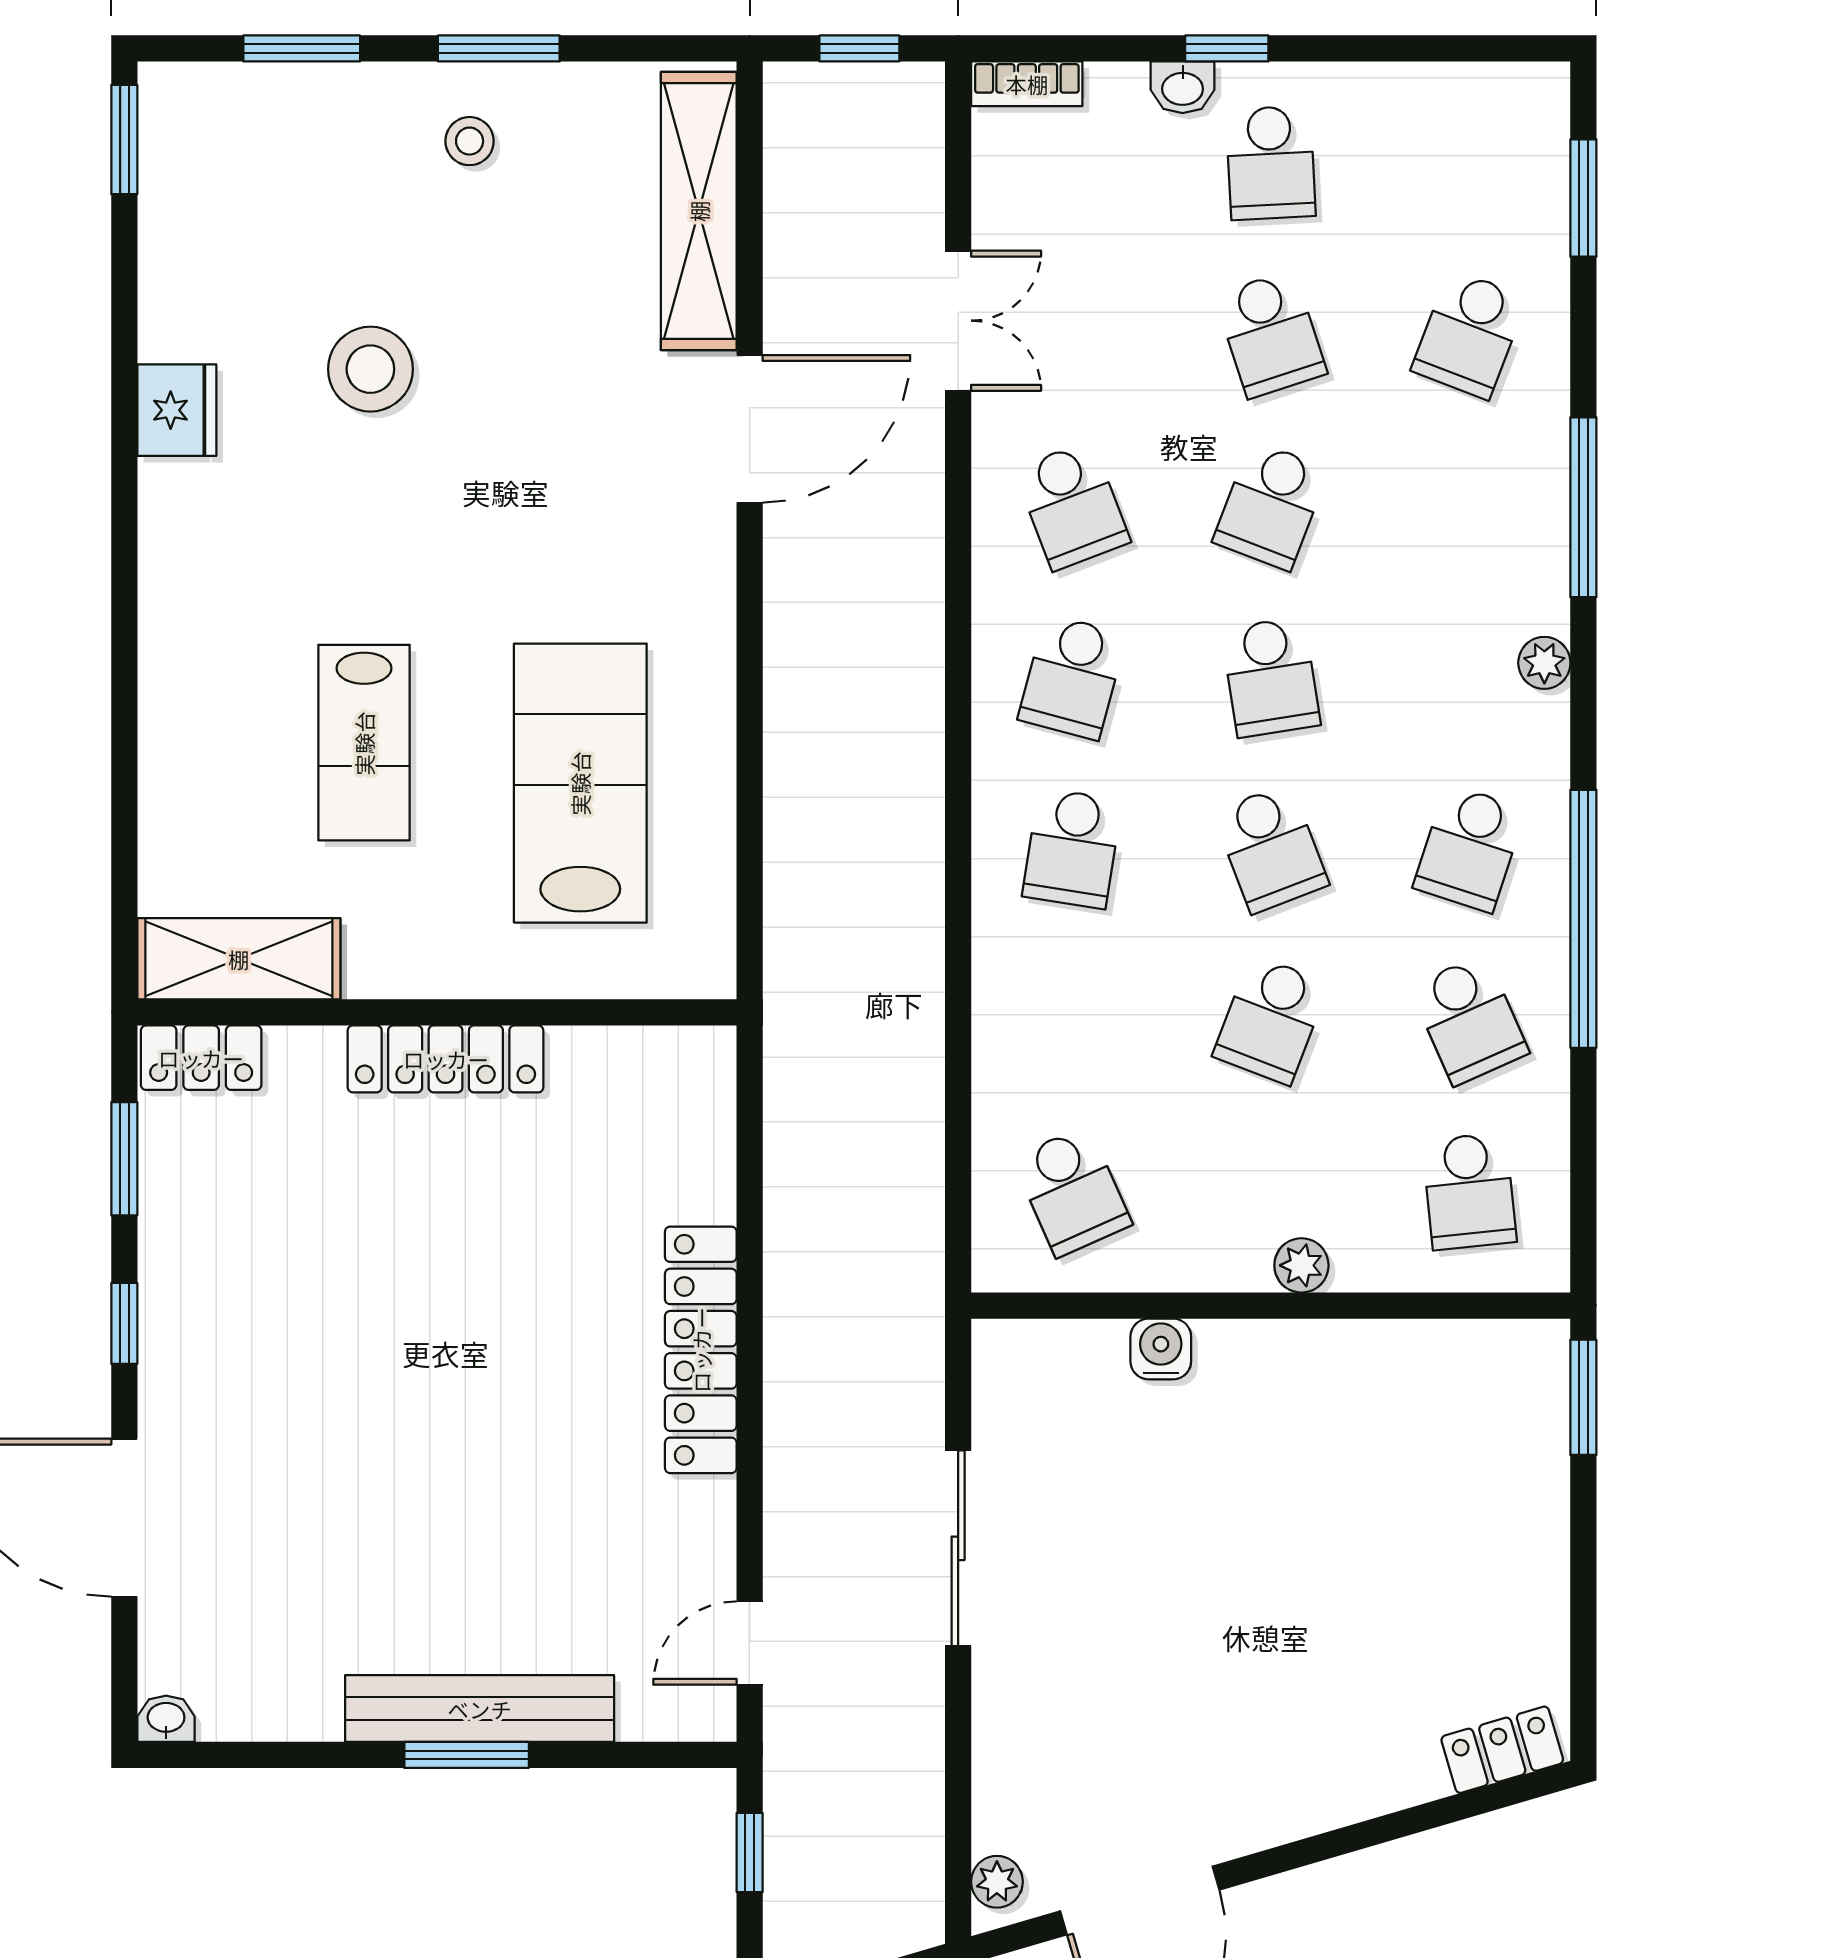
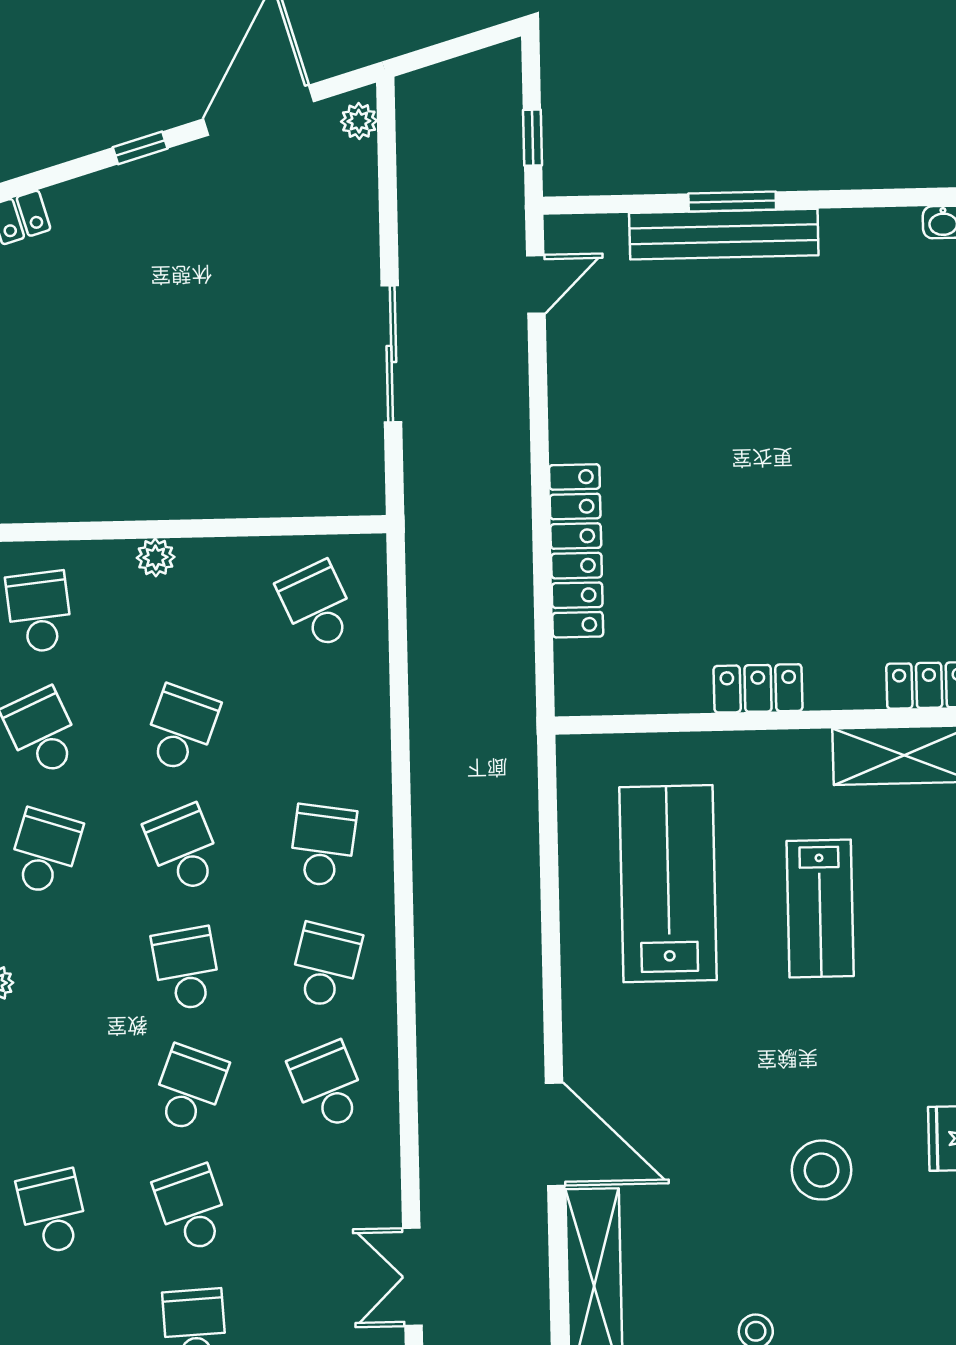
double door: (958, 321) -> (412, 1277), moved
school desk: (1469, 334) -> (53, 1212), turned -33
door: (750, 429) -> (555, 1134), swing flipped
lab bench: (364, 743) -> (820, 909), turned 180
lab bench: (580, 783) -> (668, 884), turned 180
locker: (446, 1059) -> (758, 688), width x0.66
water cooler: (1161, 1349) -> (253, 497), removed
locker: (701, 1350) -> (576, 551), moved
window: (1310, 1851) -> (140, 148), added

